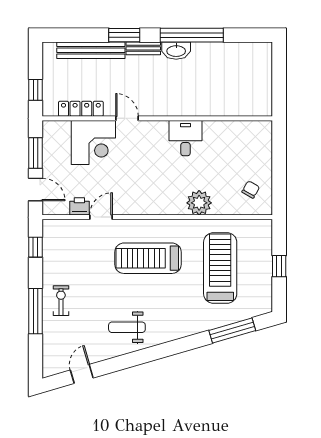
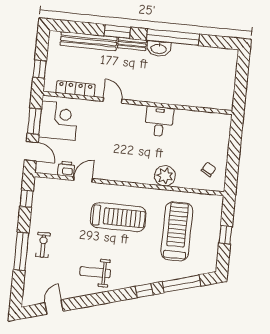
corner desk: (93, 143) -> (58, 121), moved, turned -90
treadmill: (148, 258) -> (118, 217), turned 180
window: (188, 343) -> (144, 291), added

